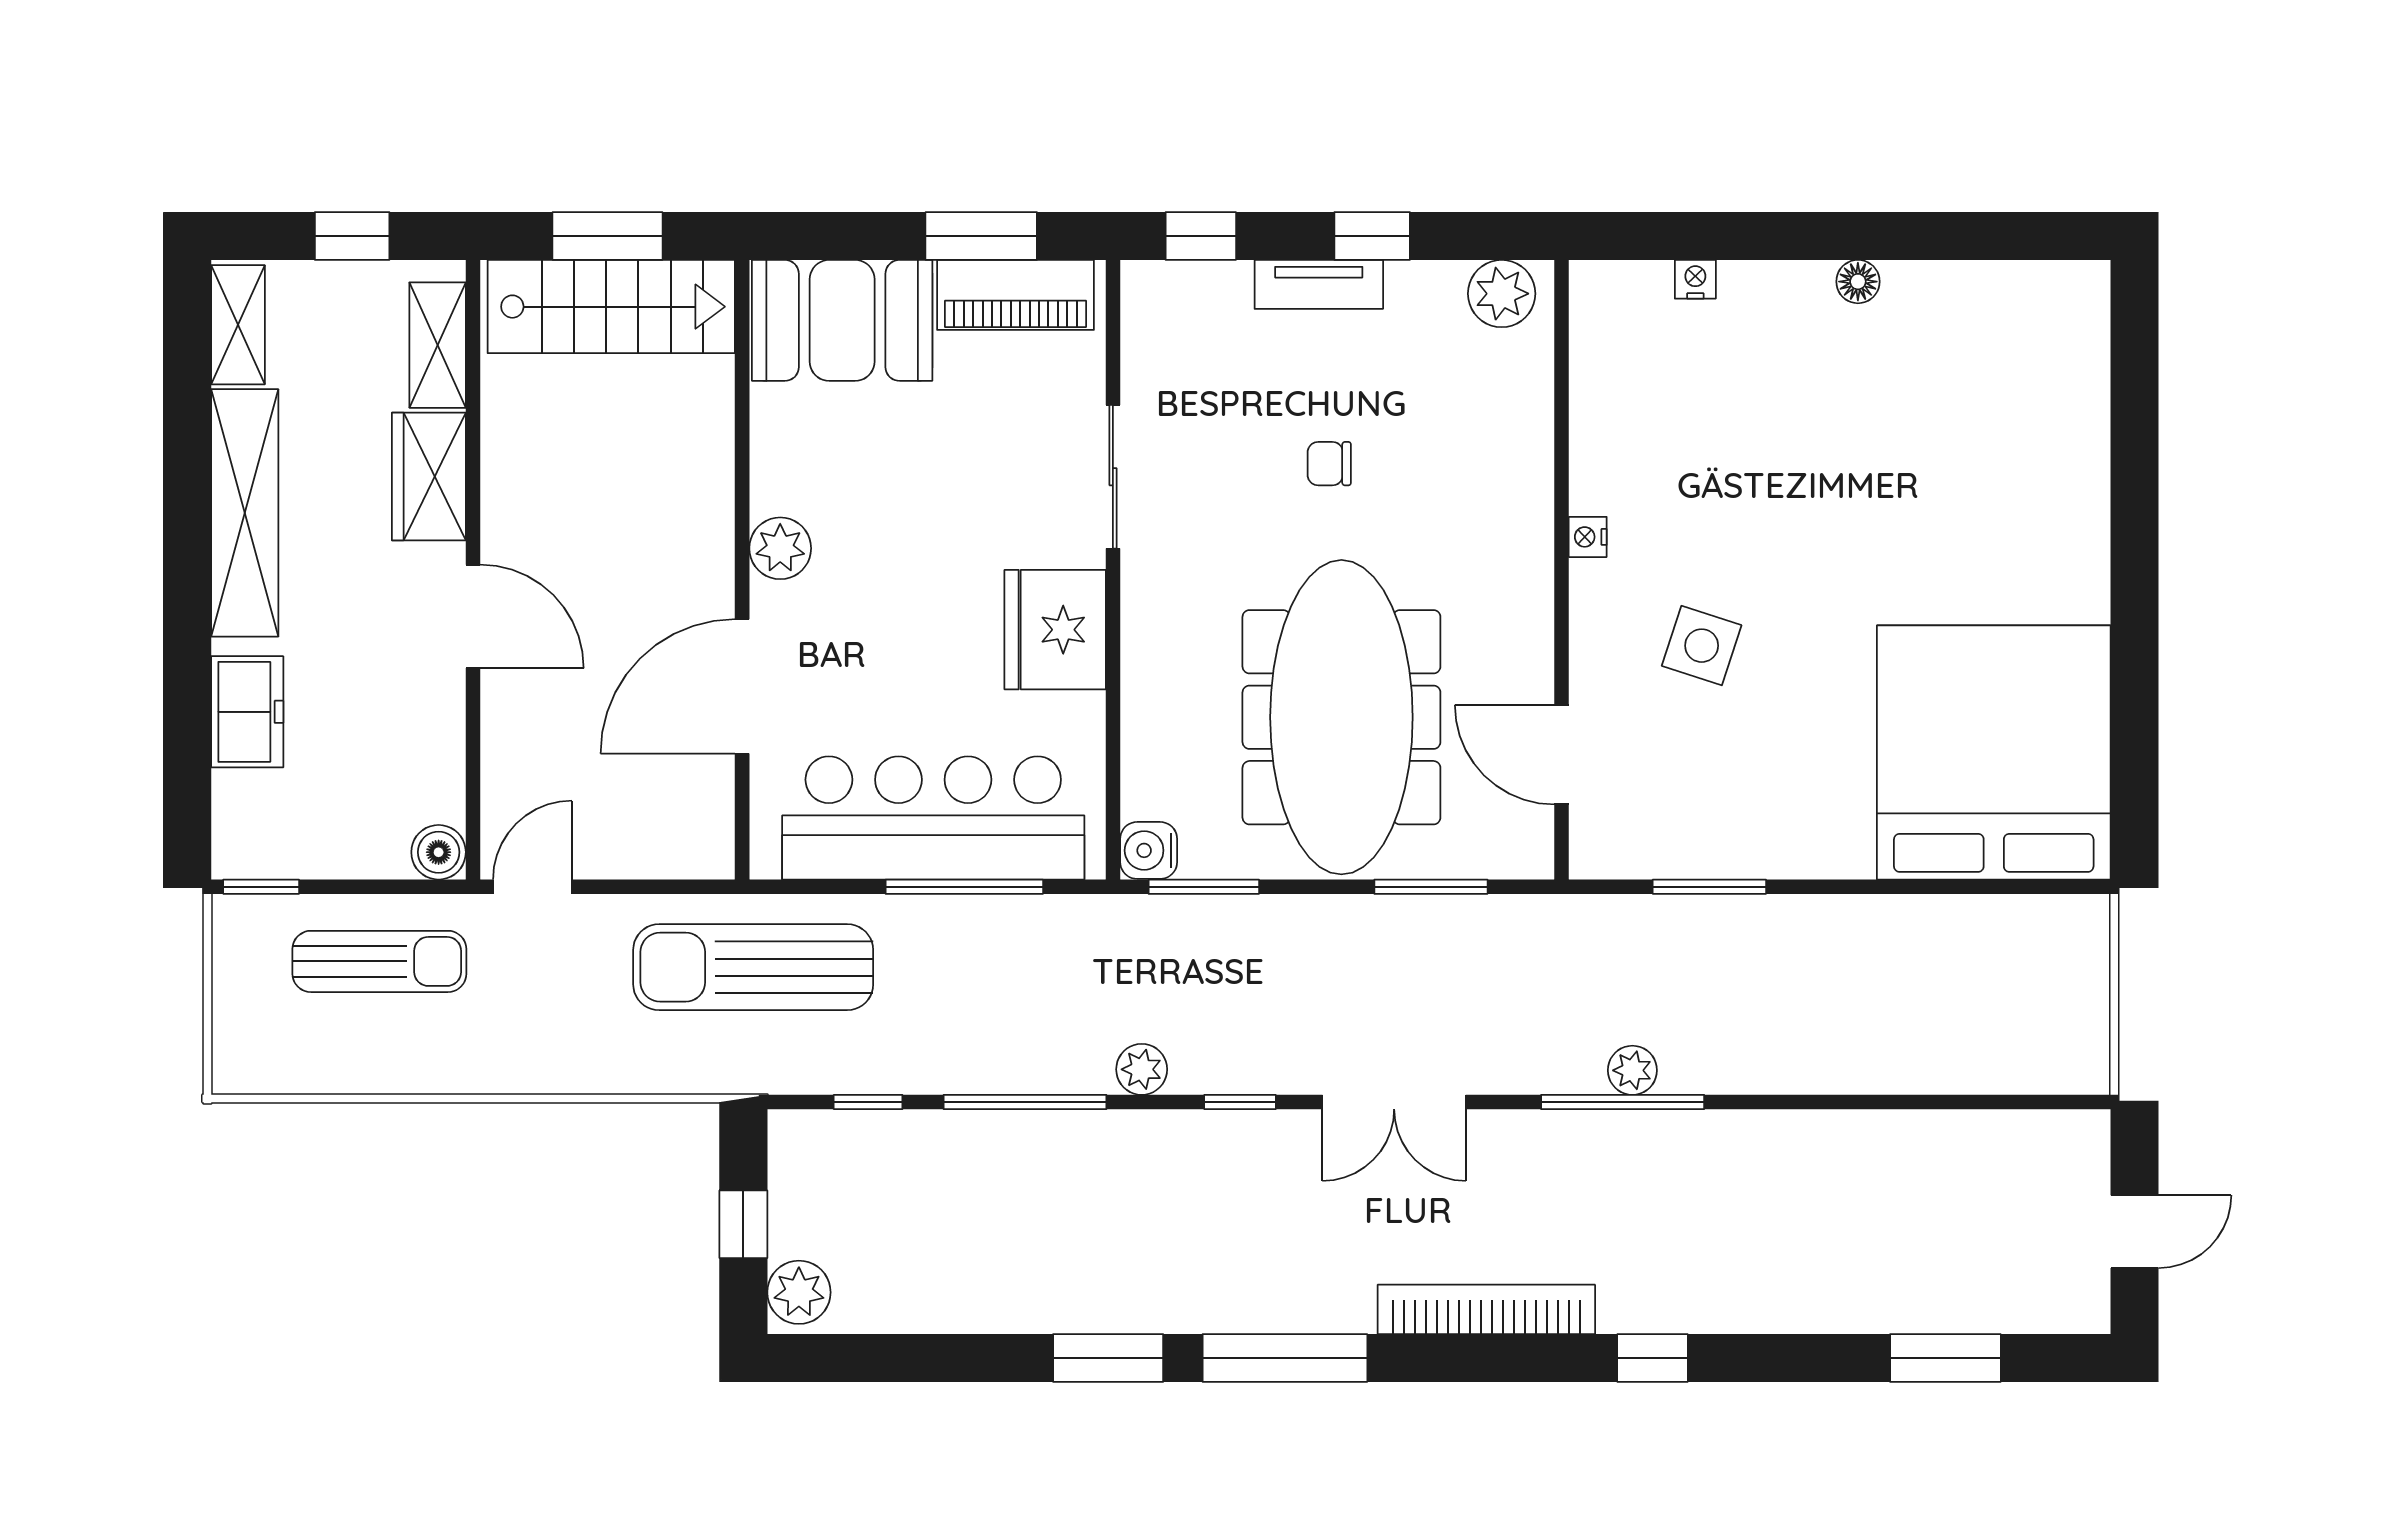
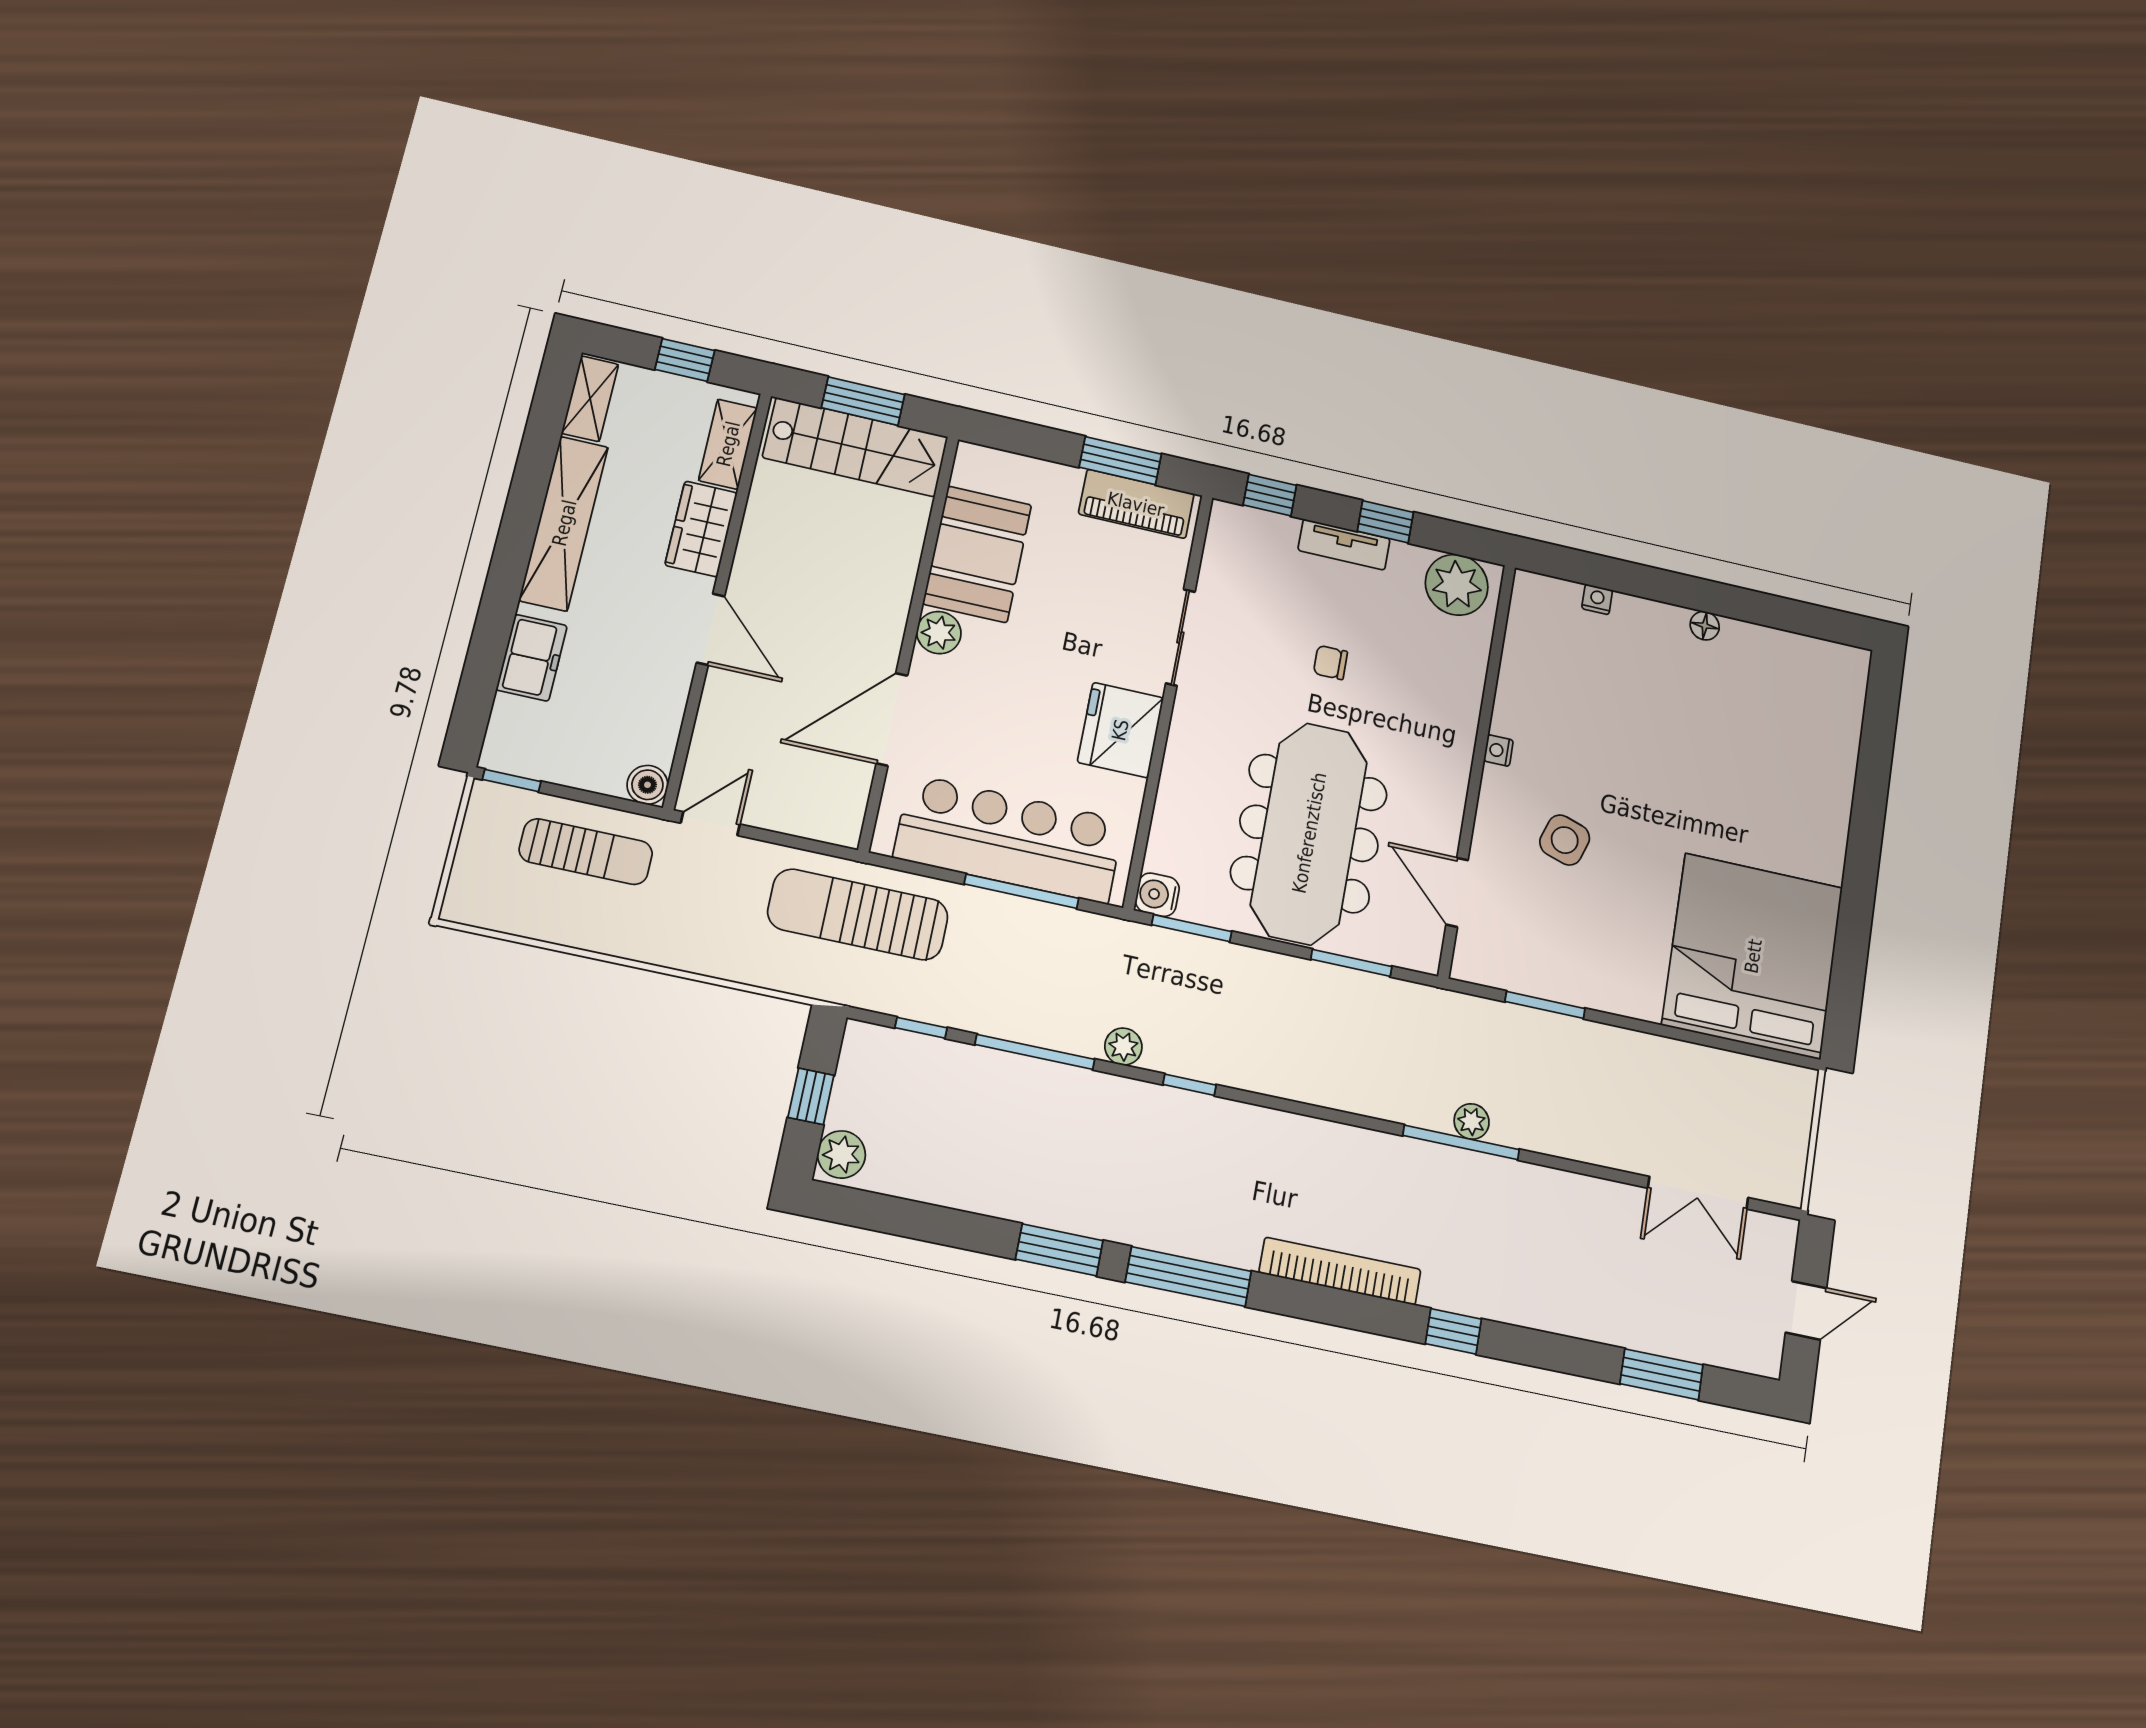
plant: (1502, 294) -> (1457, 585), width x1.36, depth x1.36
booth: (842, 320) -> (977, 554), moved, turned 90
double door: (1394, 1102) -> (1698, 1193), moved

